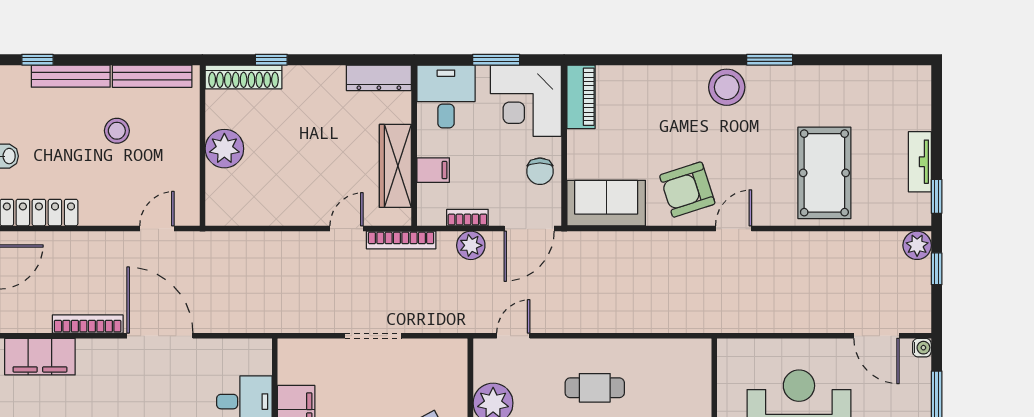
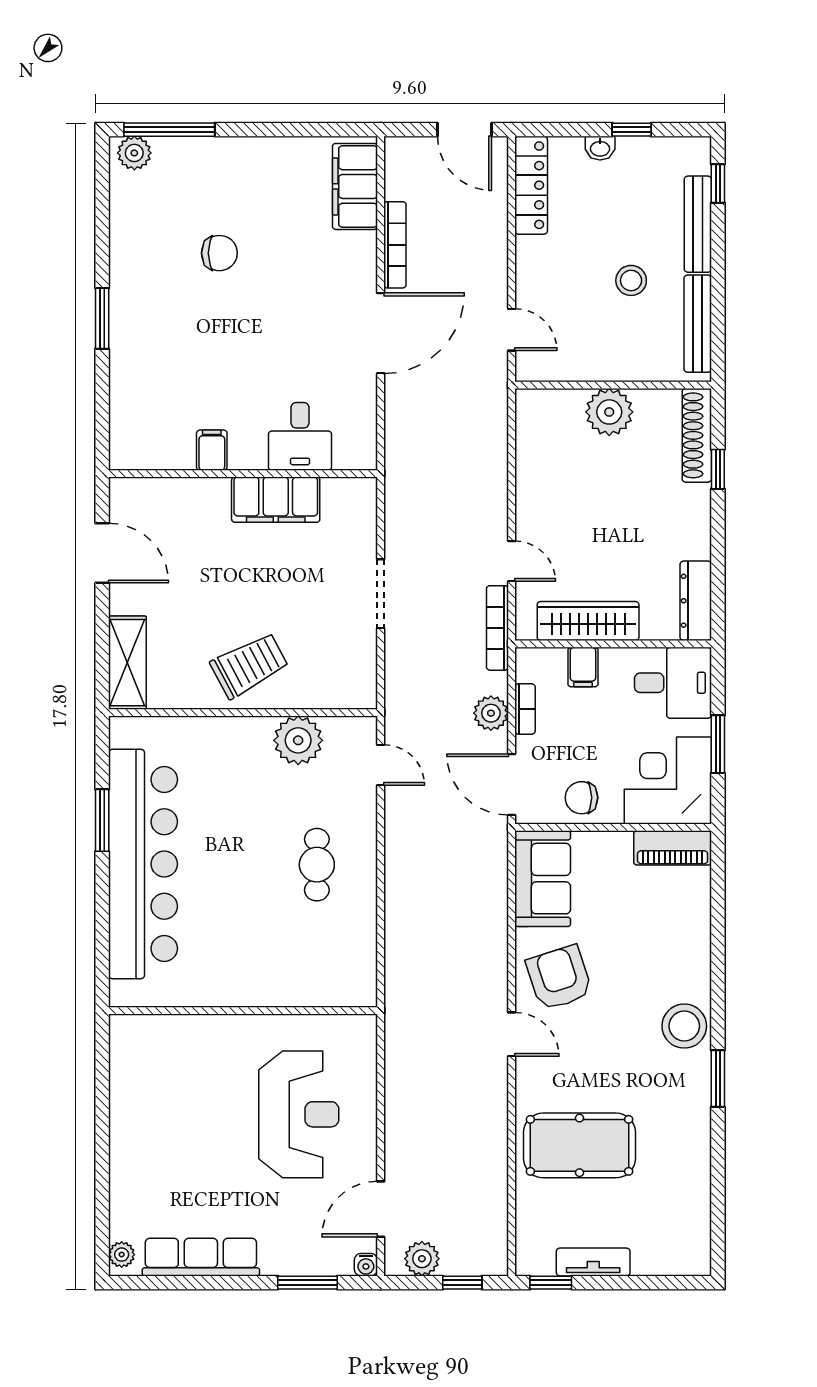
plant: (917, 245) -> (422, 1259), moved

